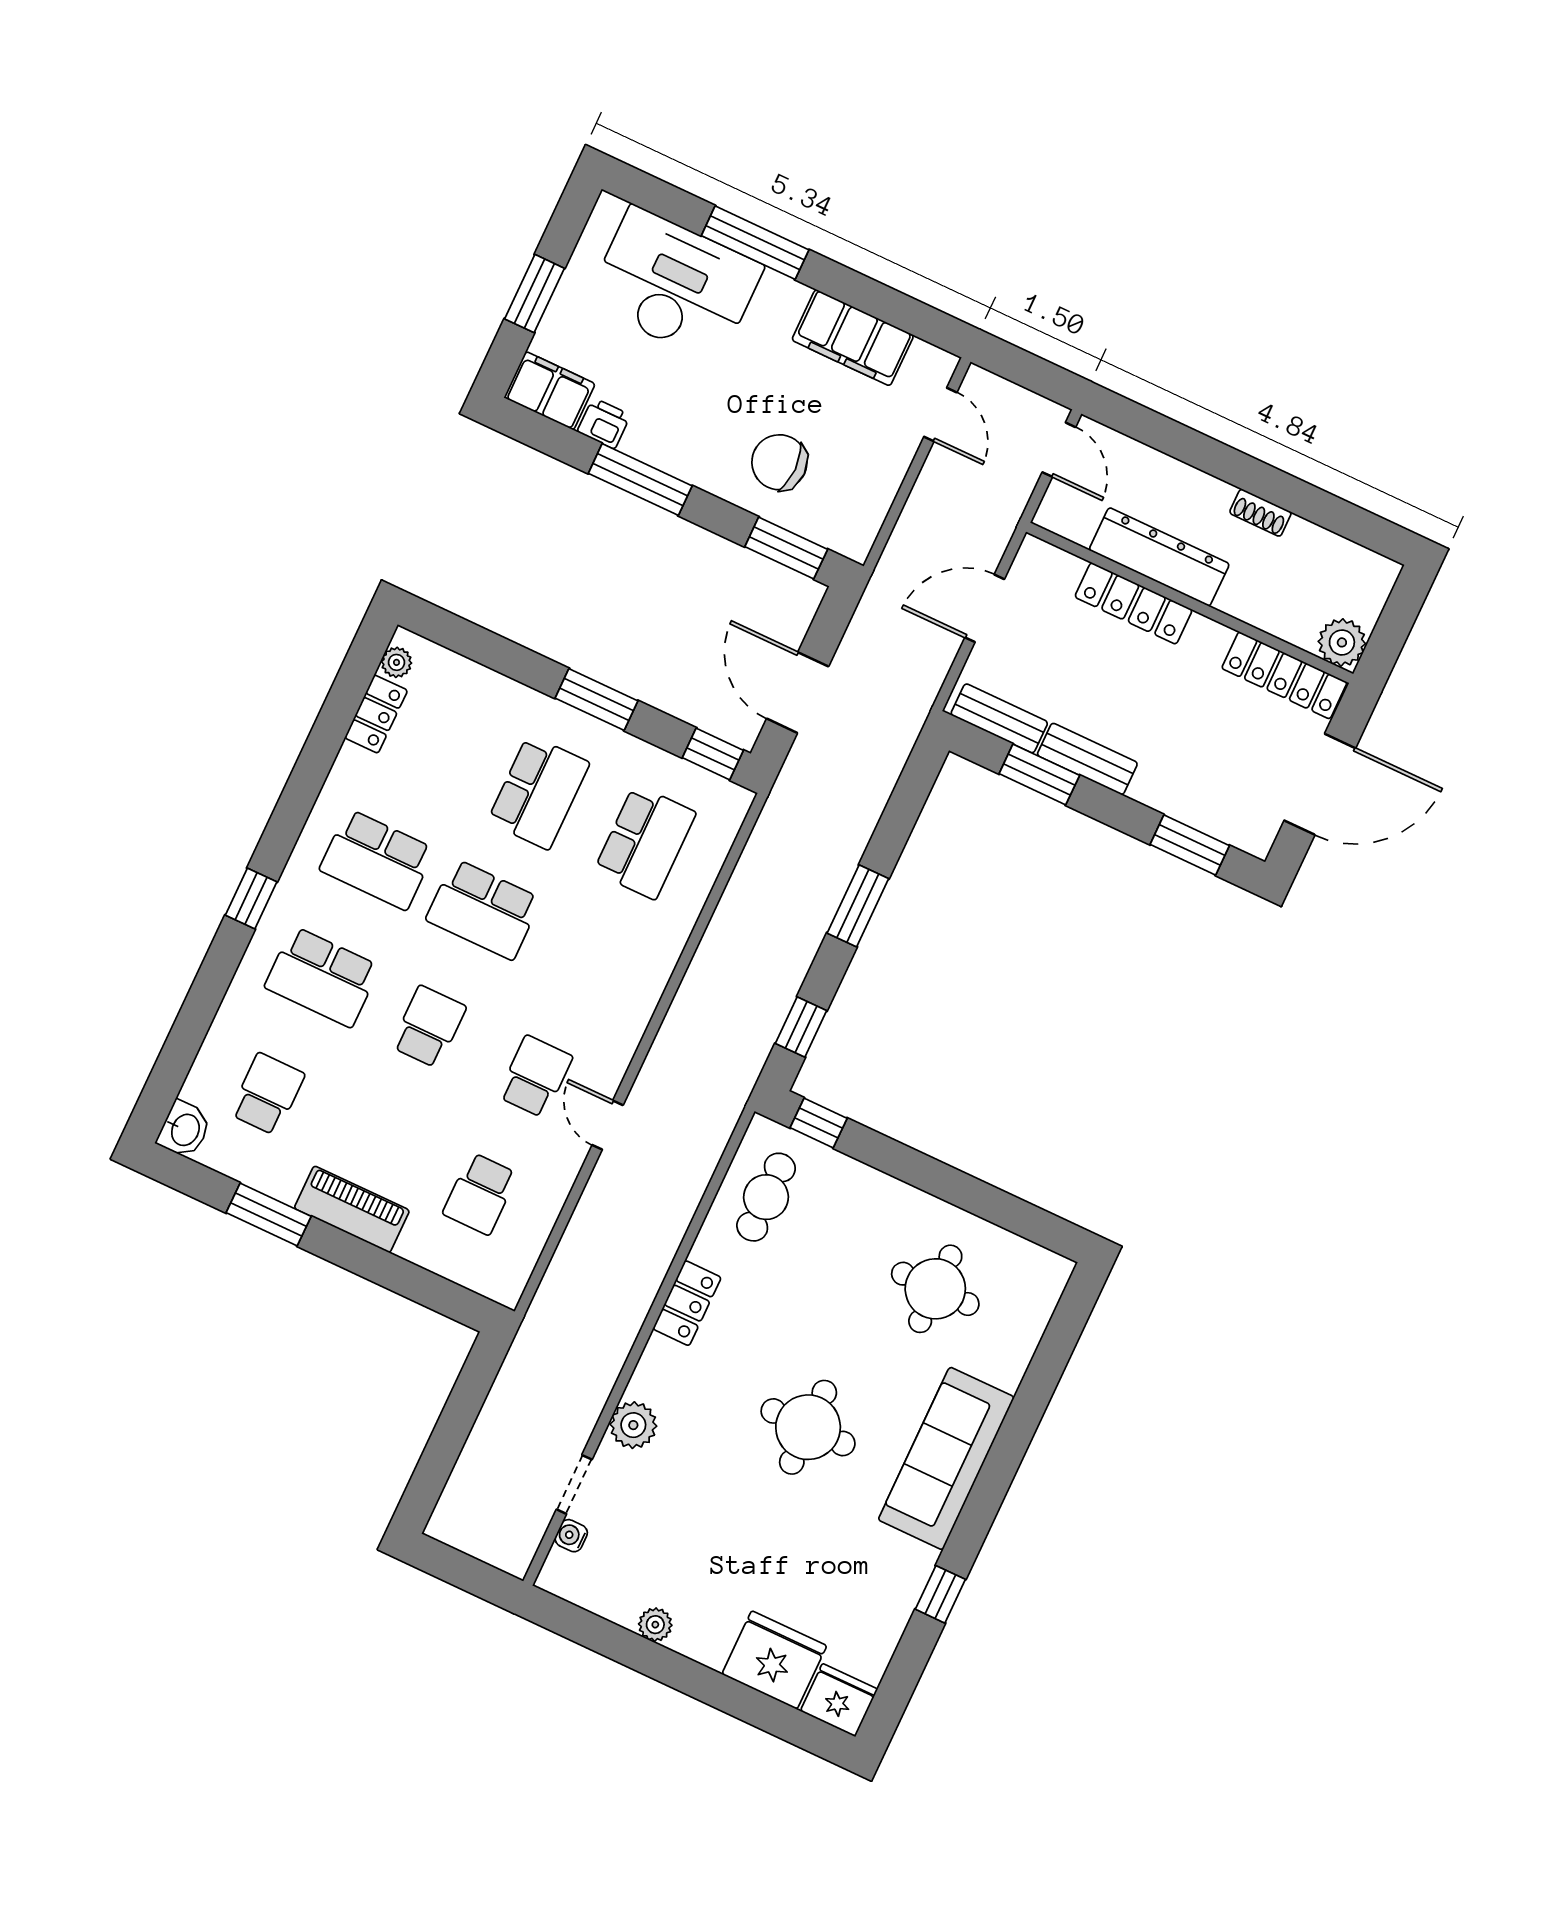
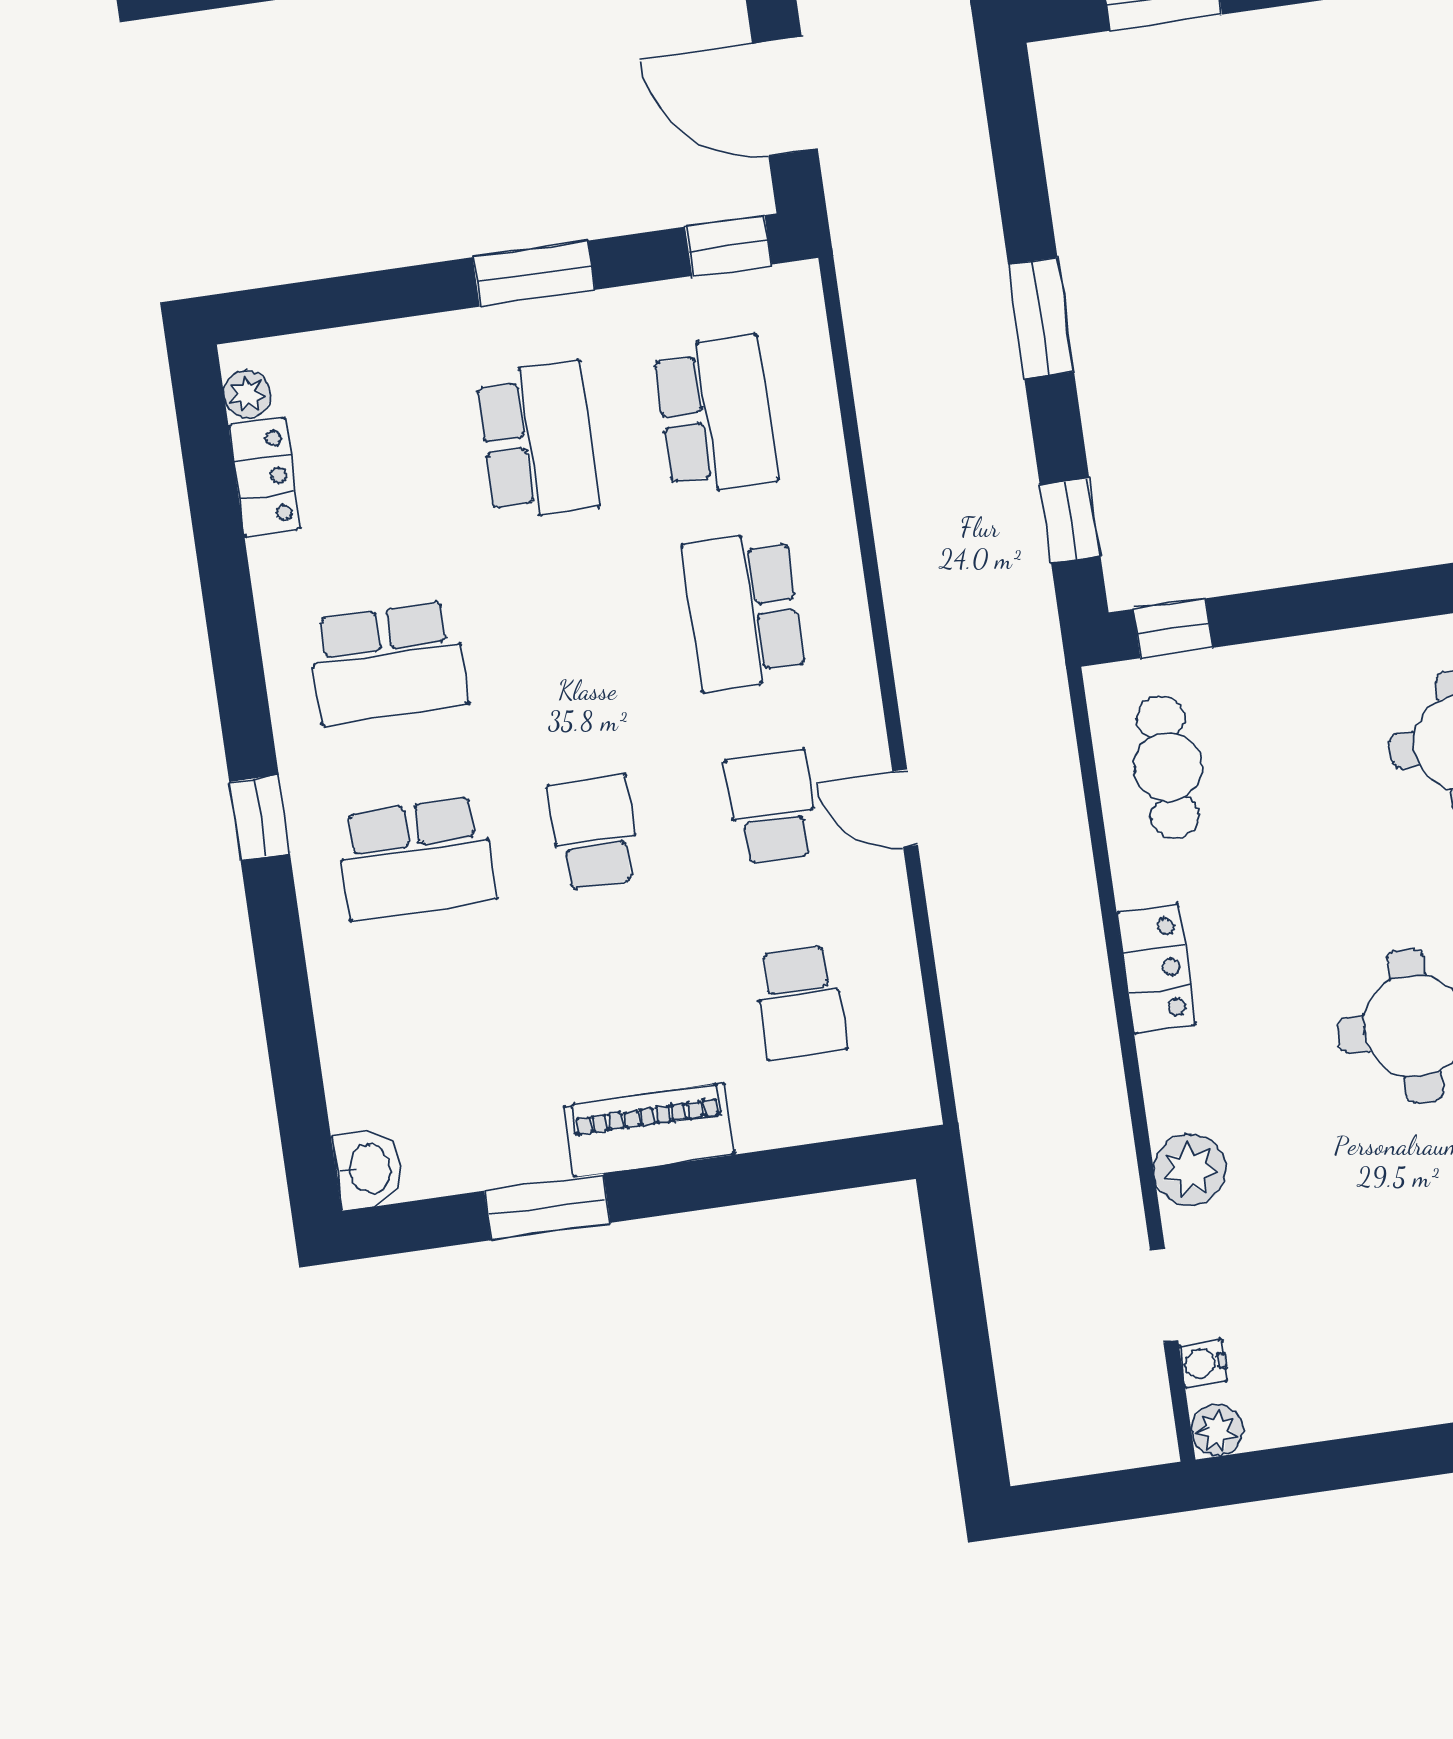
school desk: (484, 909) -> (744, 611), moved, turned 90
school desk: (267, 1094) -> (444, 1054), removed
plant: (655, 1625) -> (1217, 1430), moved

